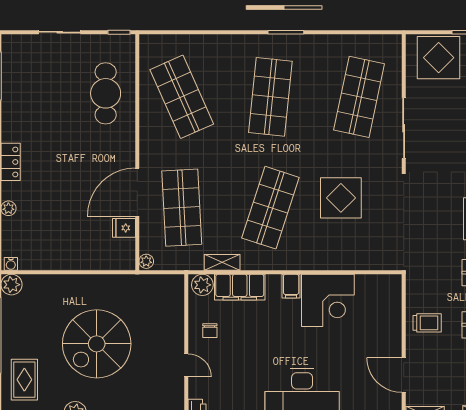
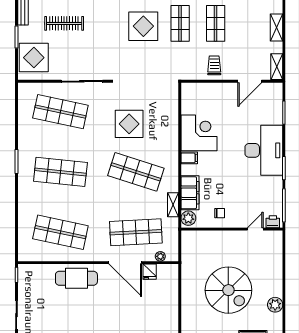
cafe table: (106, 93) -> (76, 278), moved
shop shelf: (182, 97) -> (60, 232), turned 36
plant: (146, 261) -> (160, 256), moved
door: (186, 365) -> (255, 229), moved

